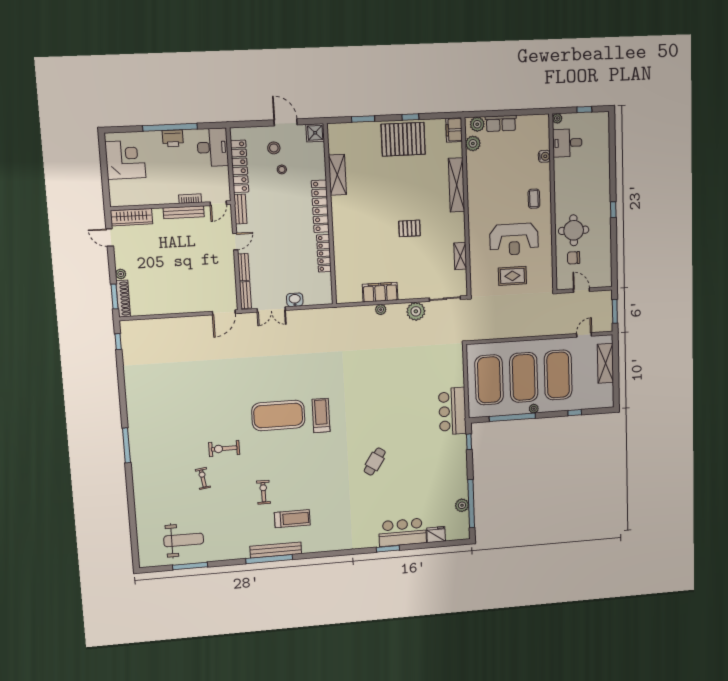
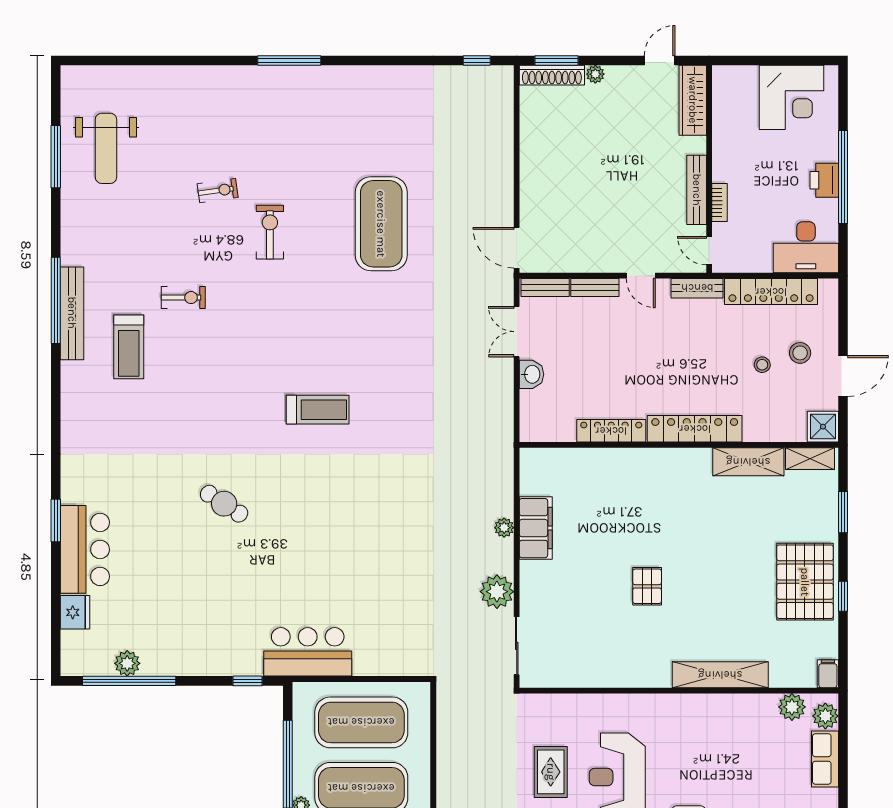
filing cabinet: (454, 130) -> (828, 674), width x0.50
shelving: (460, 256) -> (810, 459), moved
exercise mat: (278, 415) -> (381, 224), moved

